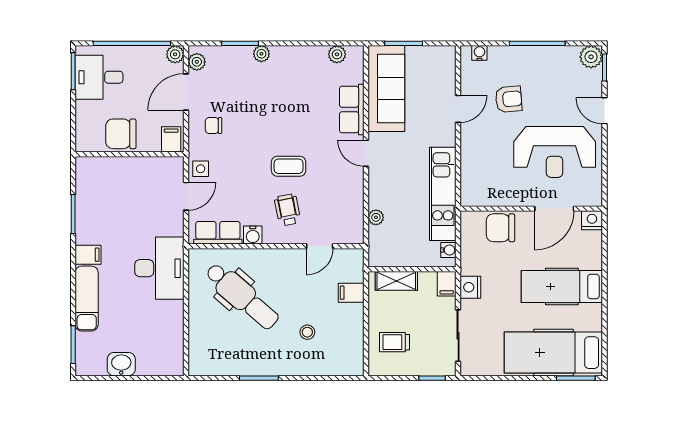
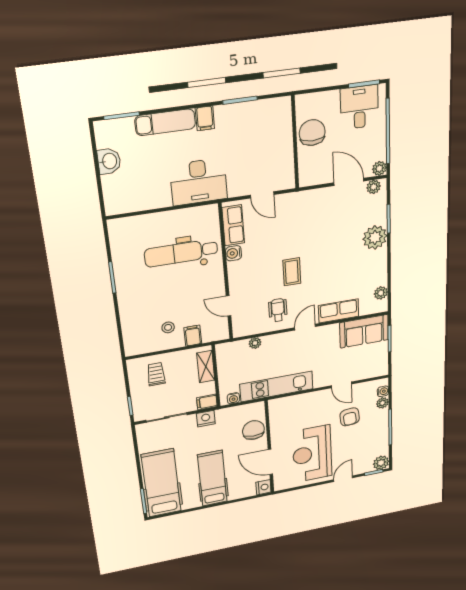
plant: (261, 54) -> (375, 237), width x1.87, depth x1.87
plant: (497, 54) -> (382, 403), added
sofa: (386, 88) -> (364, 331), width x0.73
chair: (213, 126) -> (322, 208), removed
filing cabinet: (171, 139) -> (309, 176), removed
side table: (201, 169) -> (286, 203), removed
wheelchair: (287, 210) -> (278, 310), moved, turned -79
dental chair: (242, 296) -> (181, 253), turned 49
stool: (307, 332) -> (168, 327), moved

